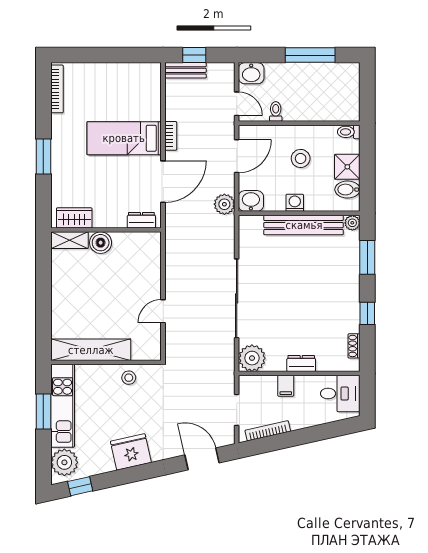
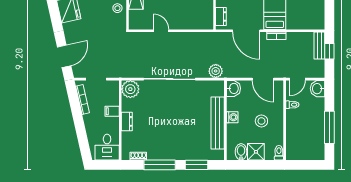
plant: (224, 204) -> (216, 71), moved
plant: (352, 223) -> (219, 155), removed
window: (367, 313) -> (160, 165), width x2.17

